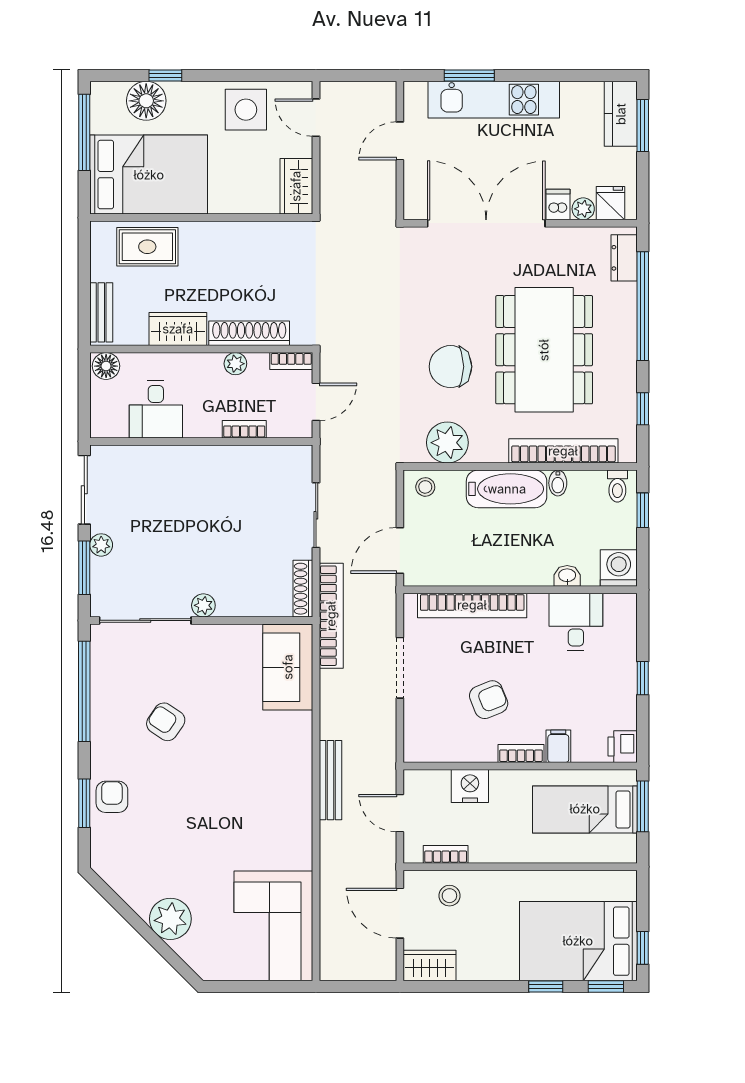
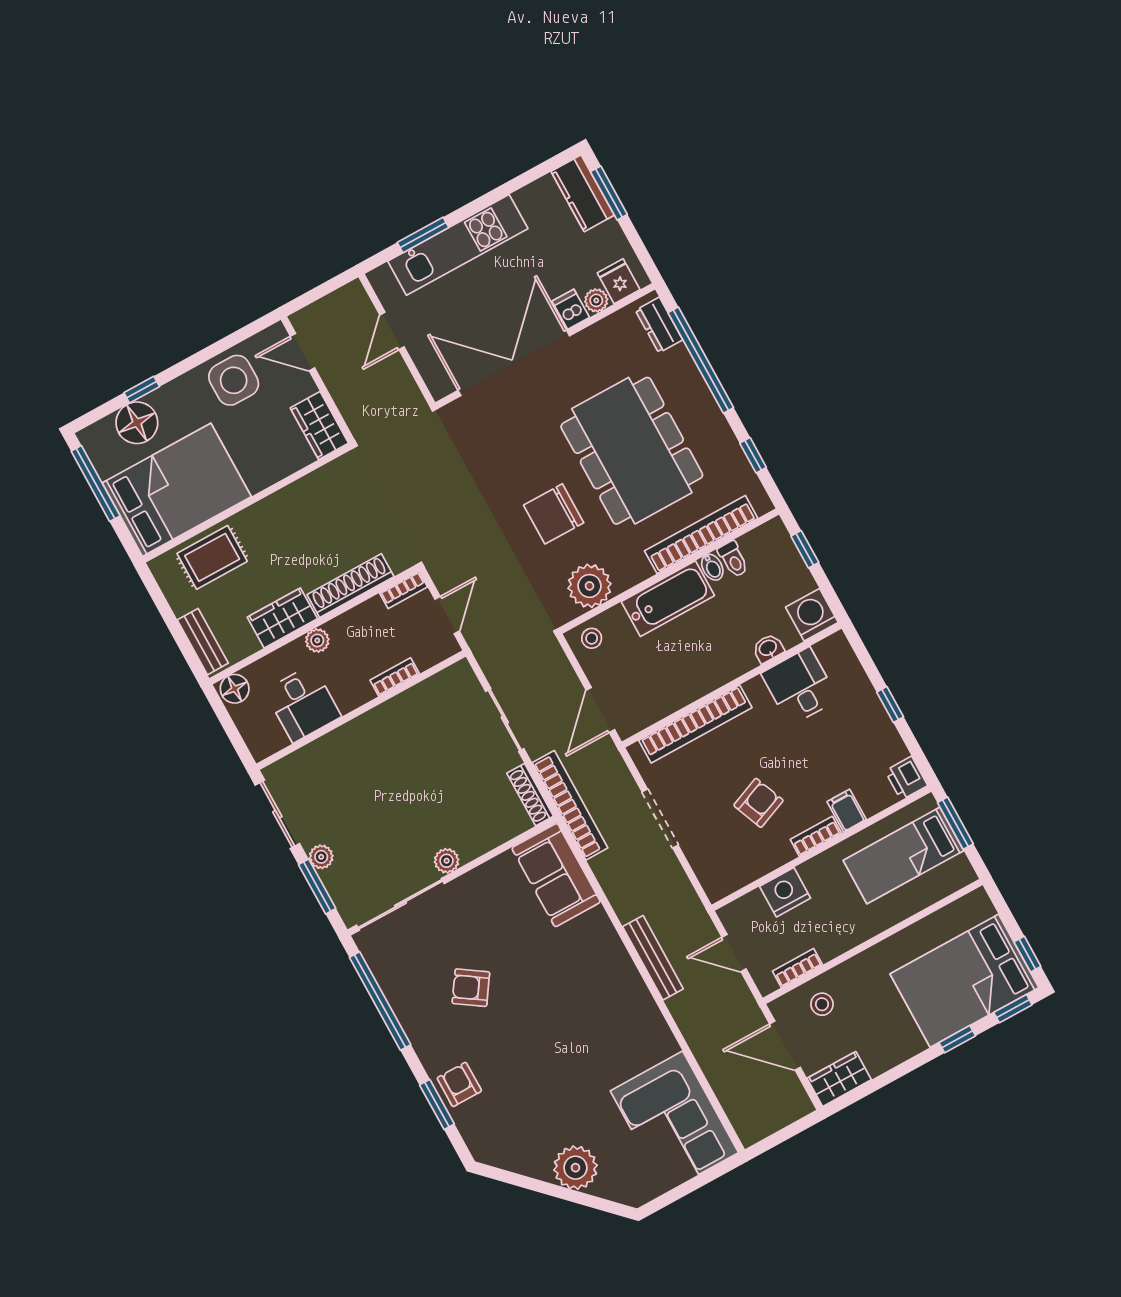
plant: (235, 364) -> (317, 640), moved
toilet: (617, 486) -> (733, 559), moved

